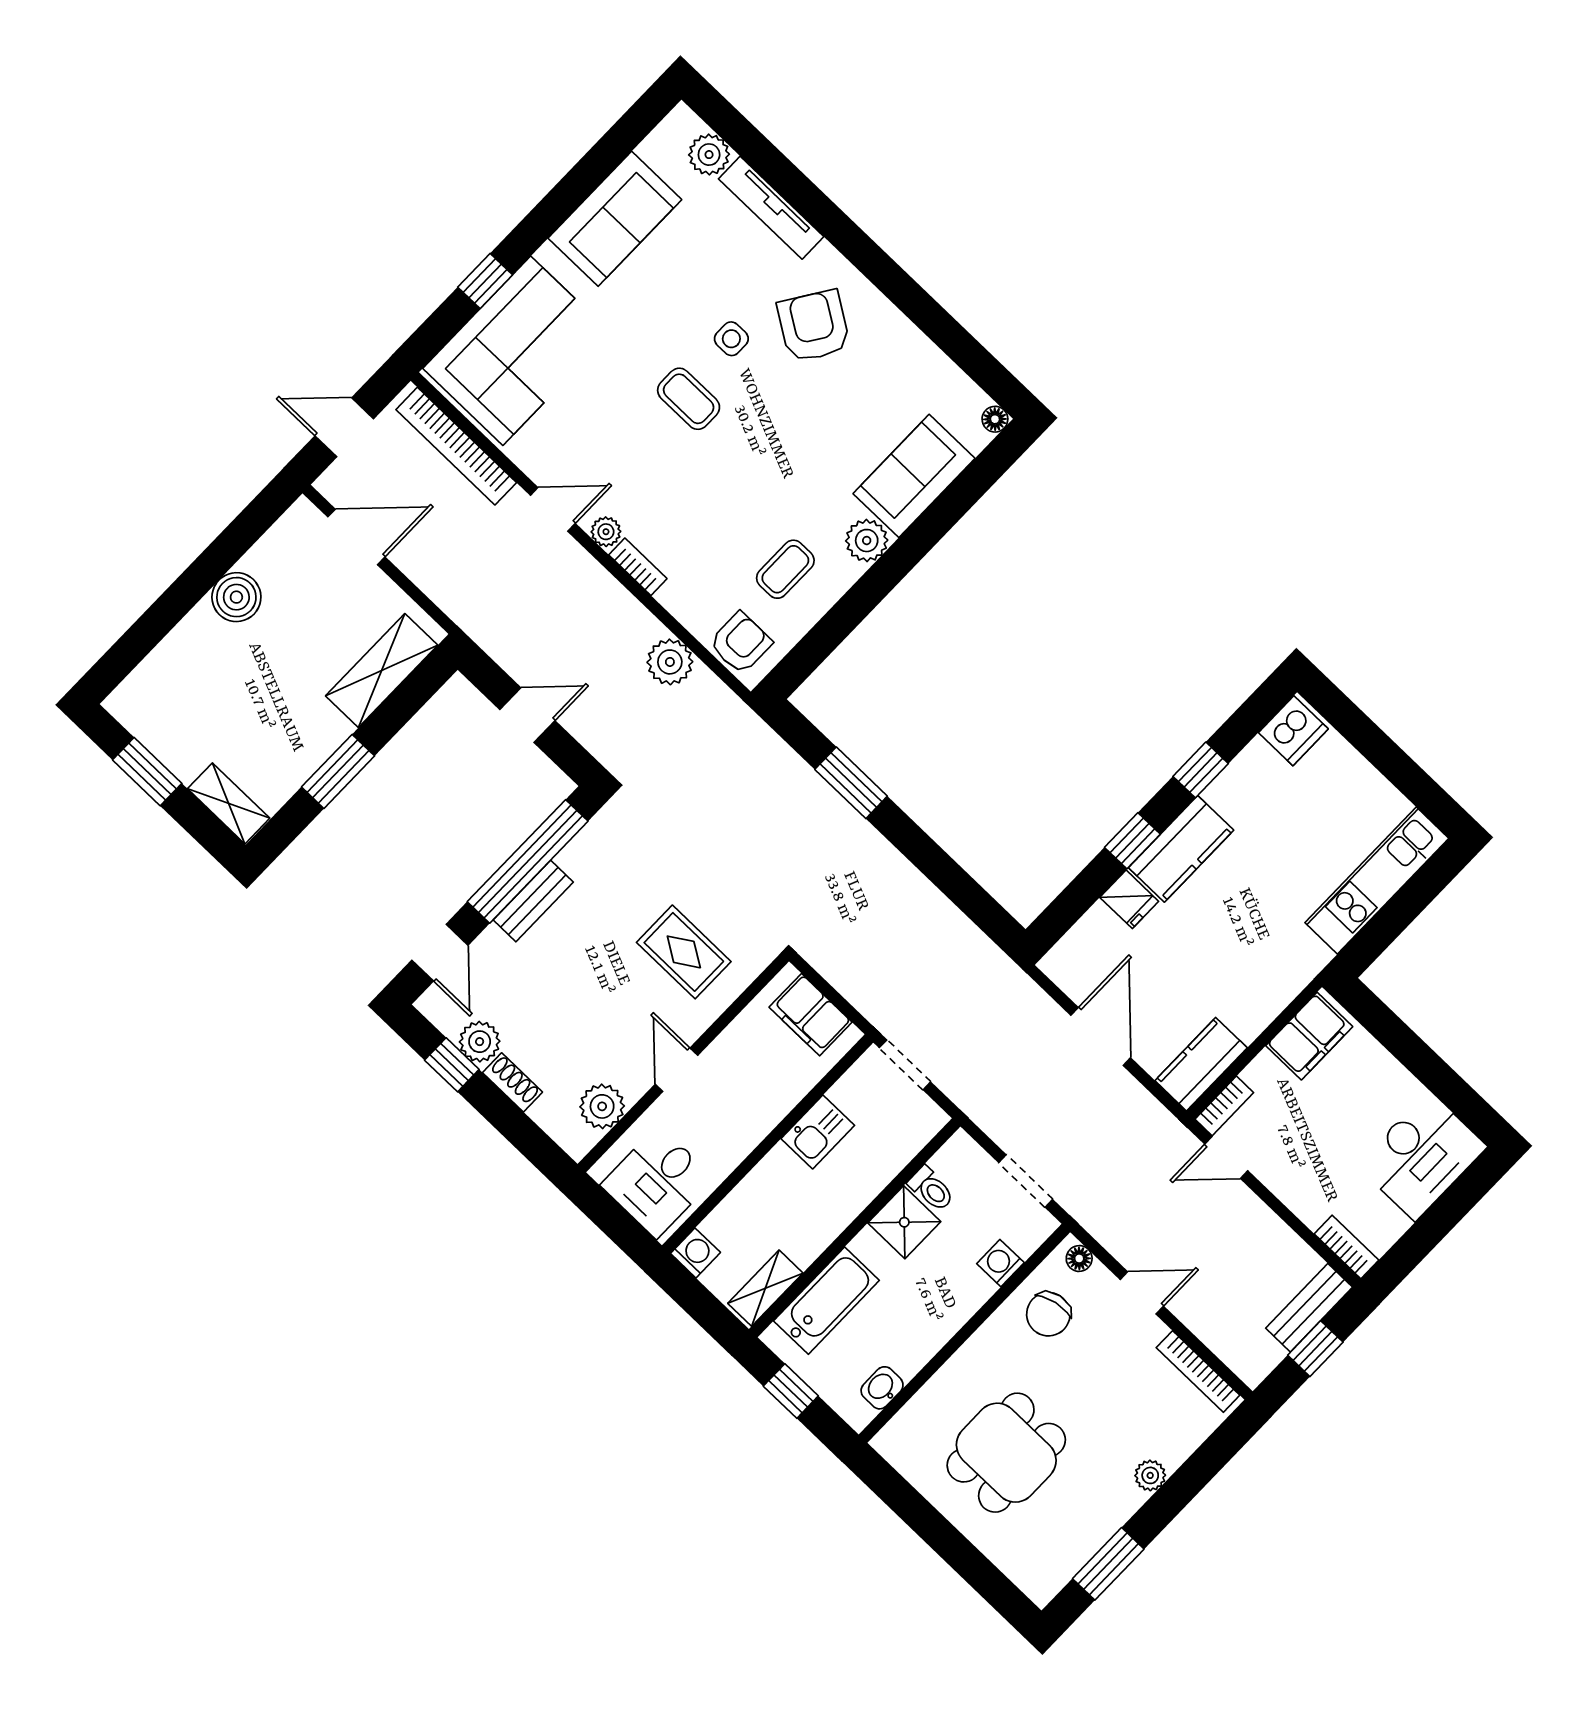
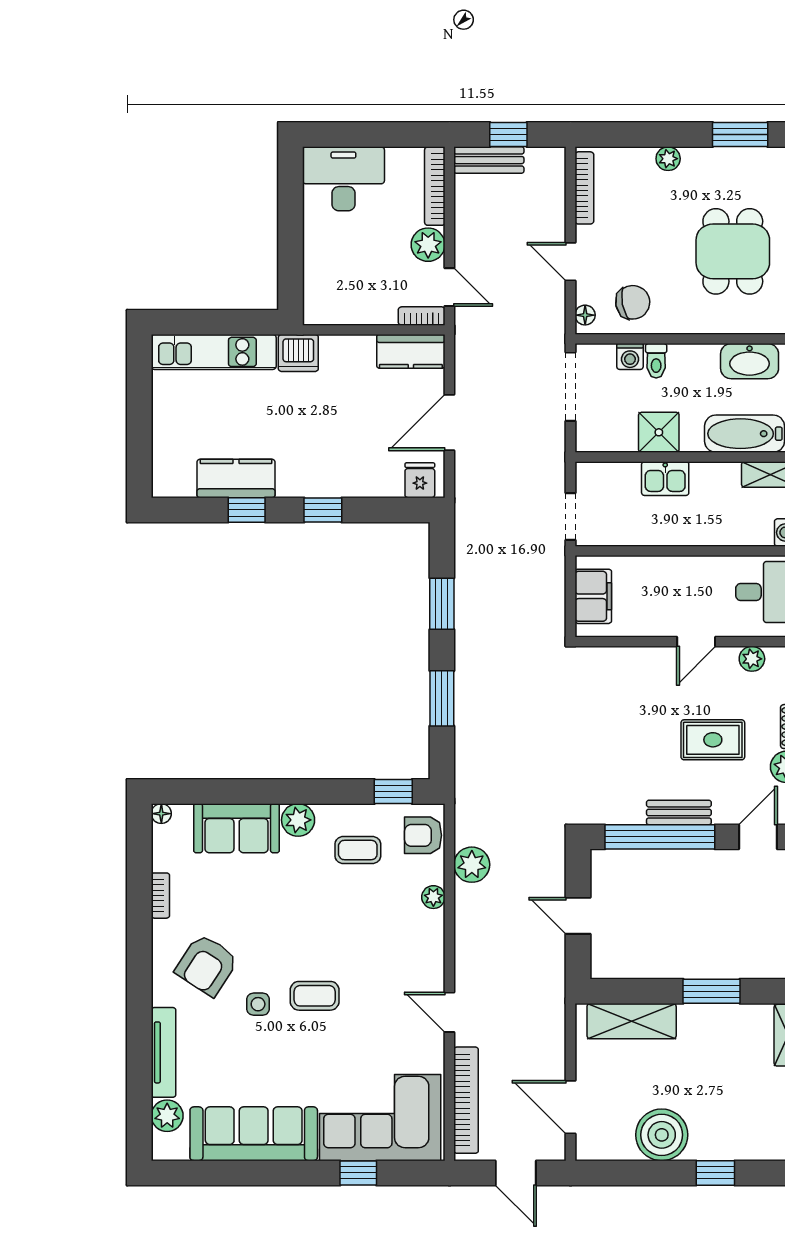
sofa: (615, 219) -> (254, 1134), width x1.36
coffee table: (689, 399) -> (315, 996), turned 90
plant: (606, 532) -> (433, 897), moved
bookcase: (638, 567) -> (160, 896), moved, turned 180
boiler: (236, 597) -> (662, 1135), width x1.37, depth x1.37
window: (166, 613) -> (715, 1173), added
window: (808, 654) -> (393, 791), added
dishwasher: (1293, 731) -> (298, 353), moved, turned 180
kitchen counter: (1181, 849) -> (236, 478), moved
window: (939, 867) -> (442, 604), added
fridge: (1129, 899) -> (420, 480), moved
rug: (684, 952) -> (713, 740), moved, turned 90
filing cabinet: (1309, 1036) -> (337, 306), removed
plant: (602, 1106) -> (752, 659), width x0.73, depth x0.73
kitchen sink: (818, 1132) -> (665, 479), moved, turned 180
plant: (1285, 1176) -> (428, 245), added
doorway: (1026, 1181) -> (571, 387), width x1.38
toilet: (931, 1189) -> (656, 361), moved, turned 180
bookcase: (1346, 1247) -> (435, 186), width x1.56
washbasin: (882, 1388) -> (750, 361), width x1.91, depth x1.45
dining table: (1006, 1453) -> (733, 251), turned 90

